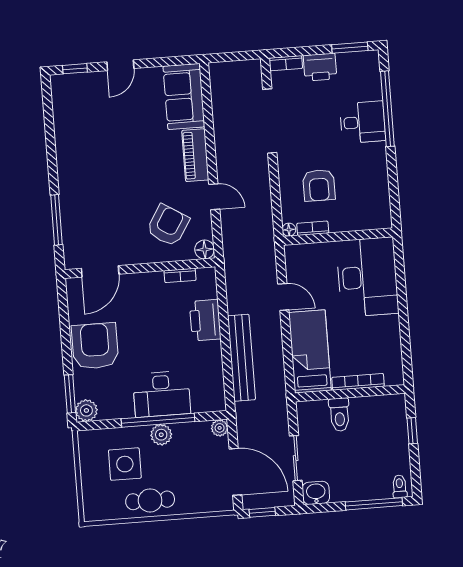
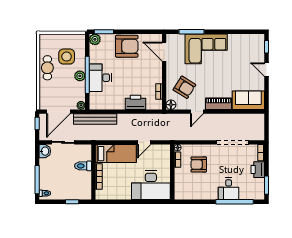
corner sofa: (88, 188) -> (206, 49), added
bench: (241, 358) -> (95, 119), moved

